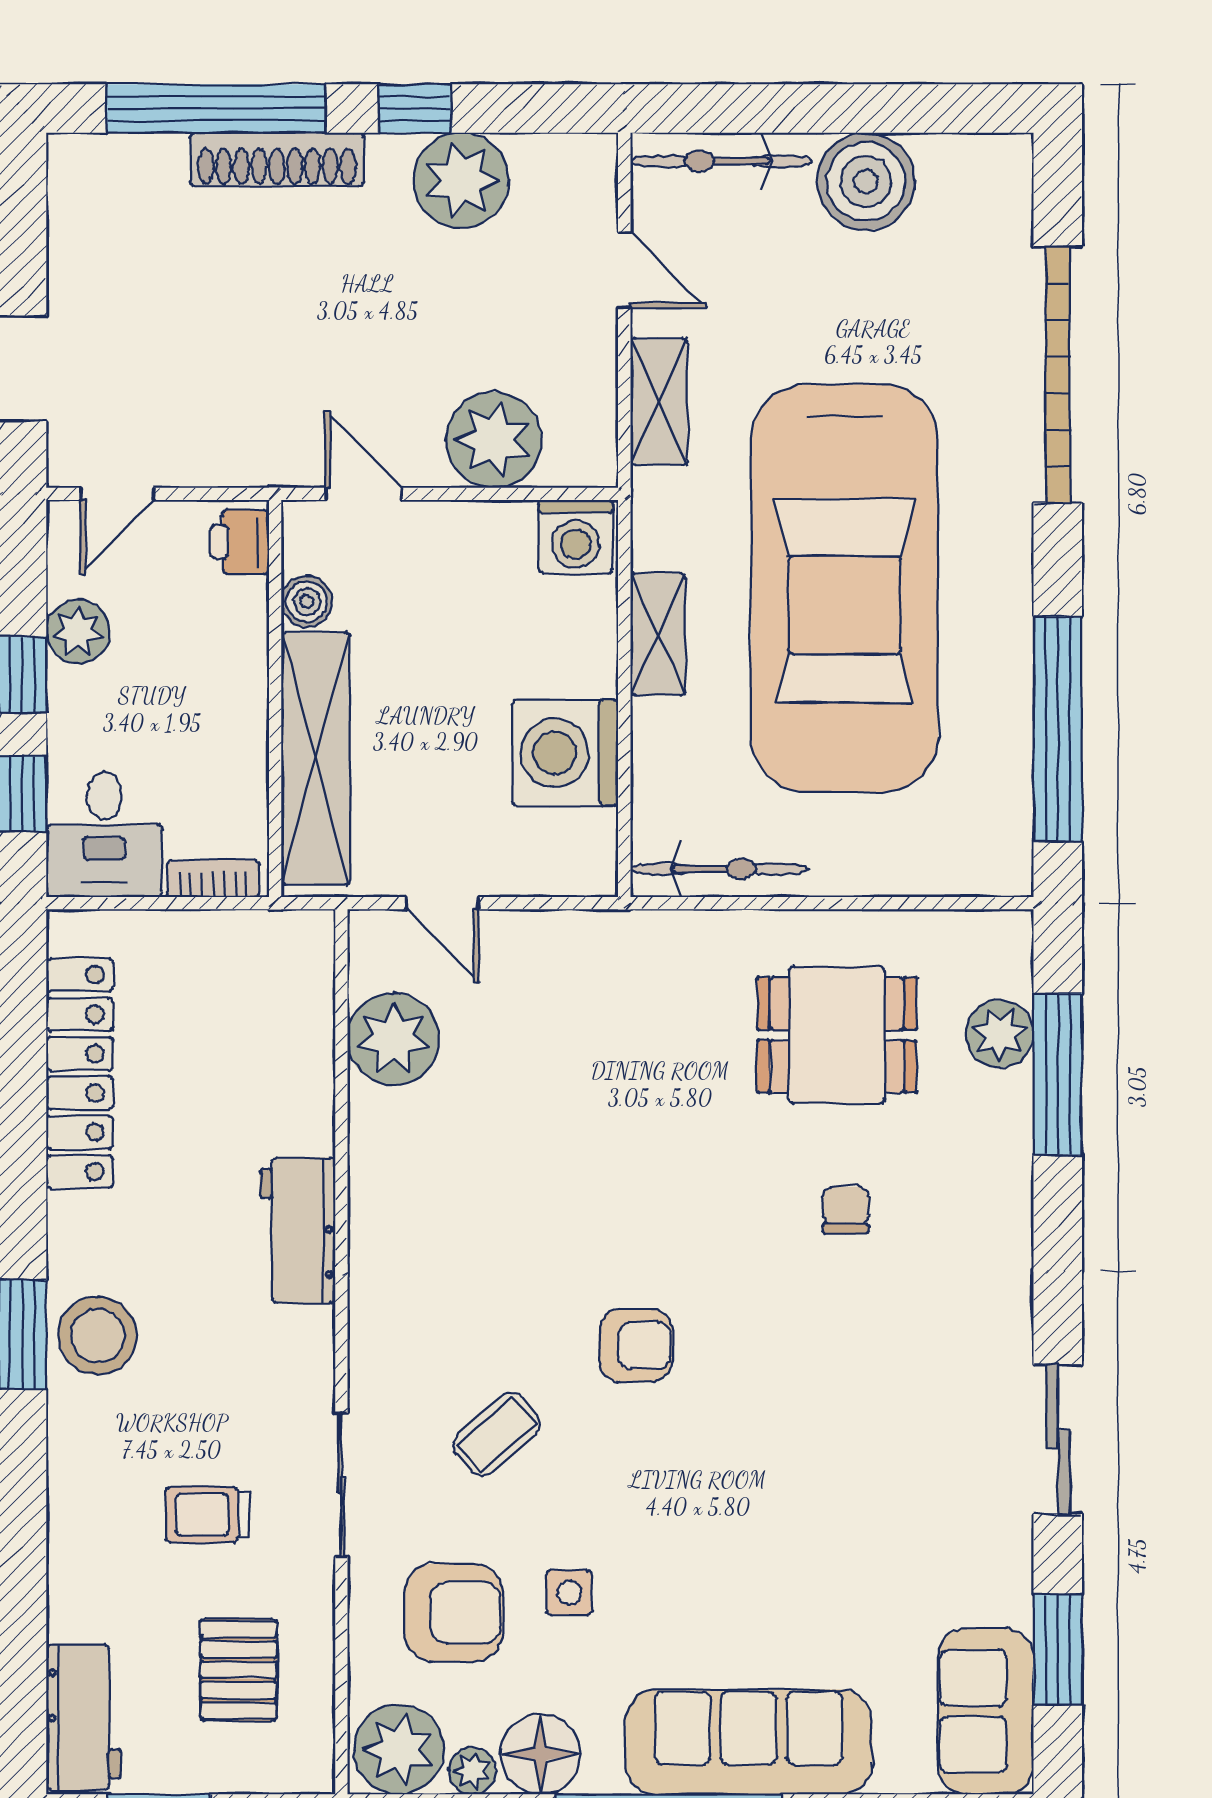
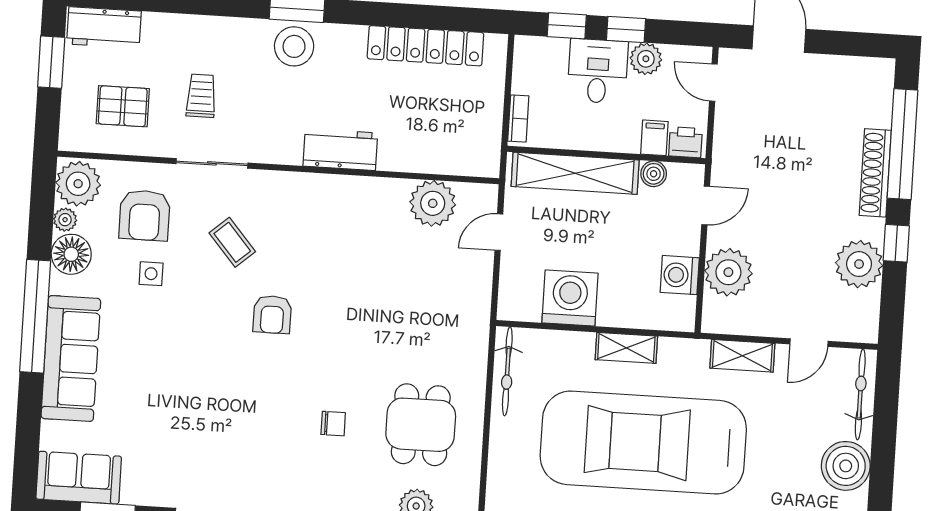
washing machine: (576, 537) -> (680, 275), moved
filing cabinet: (235, 605) -> (654, 138), added
desk: (104, 835) -> (598, 71), moved, turned 90

